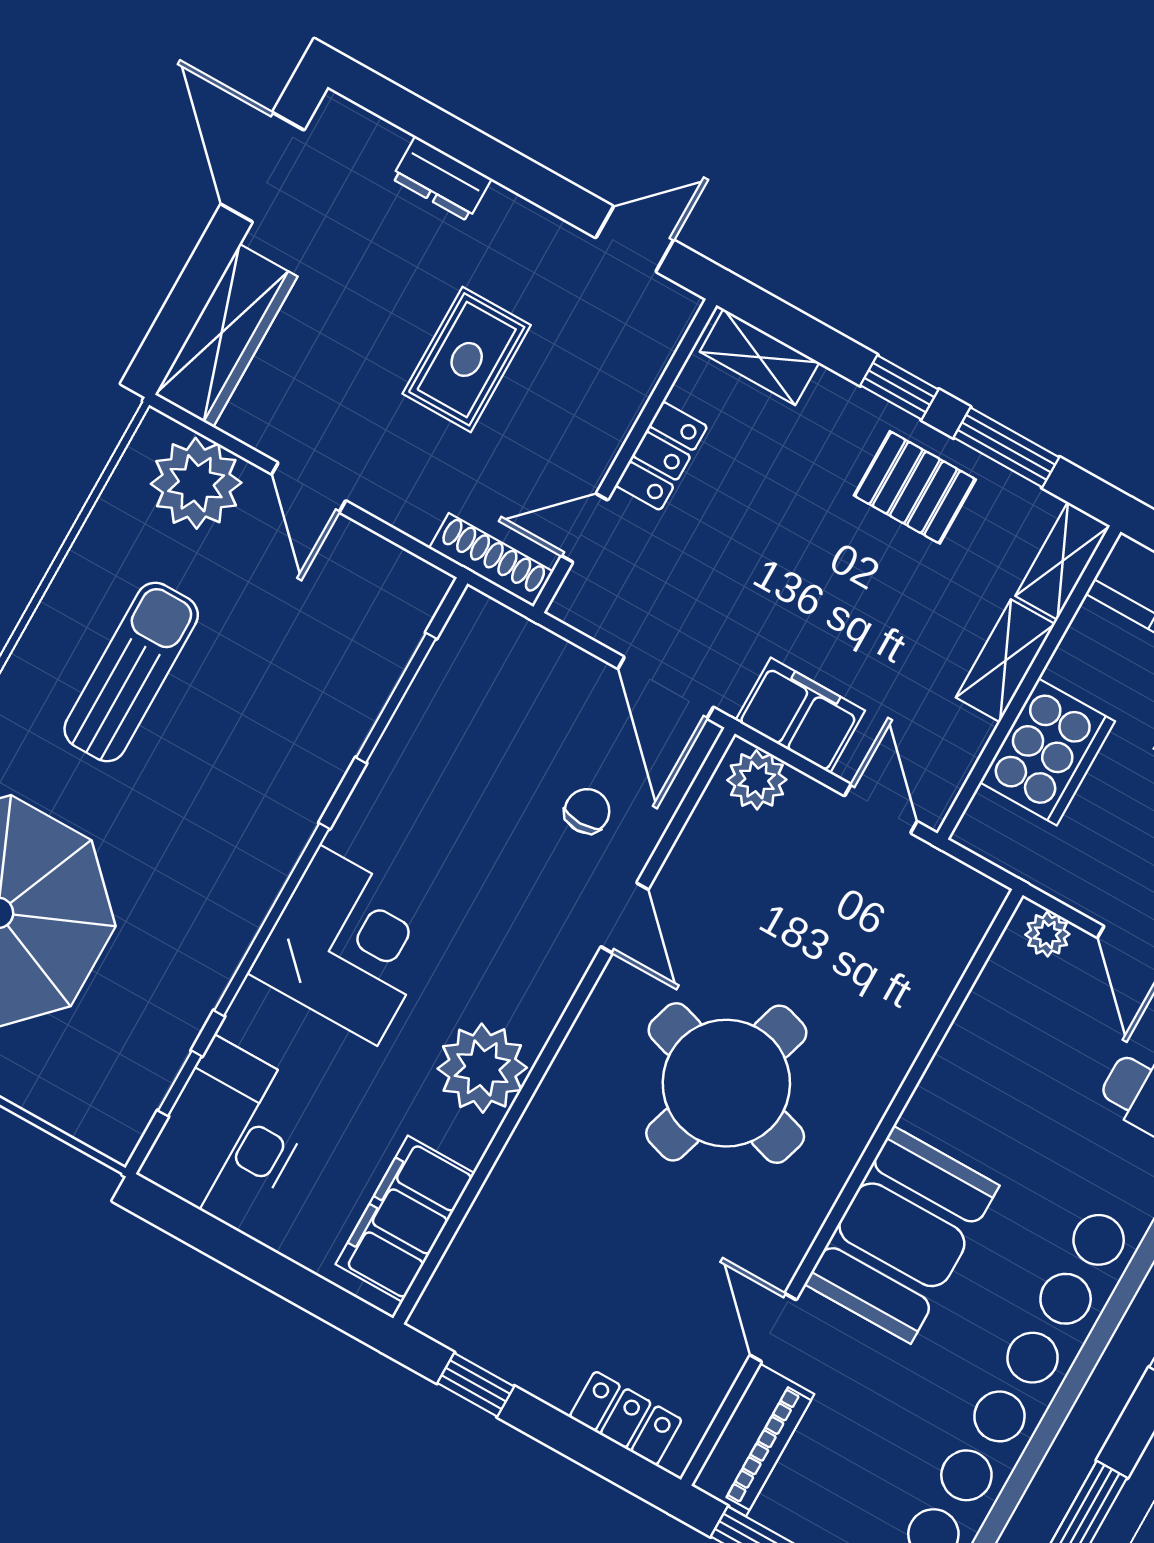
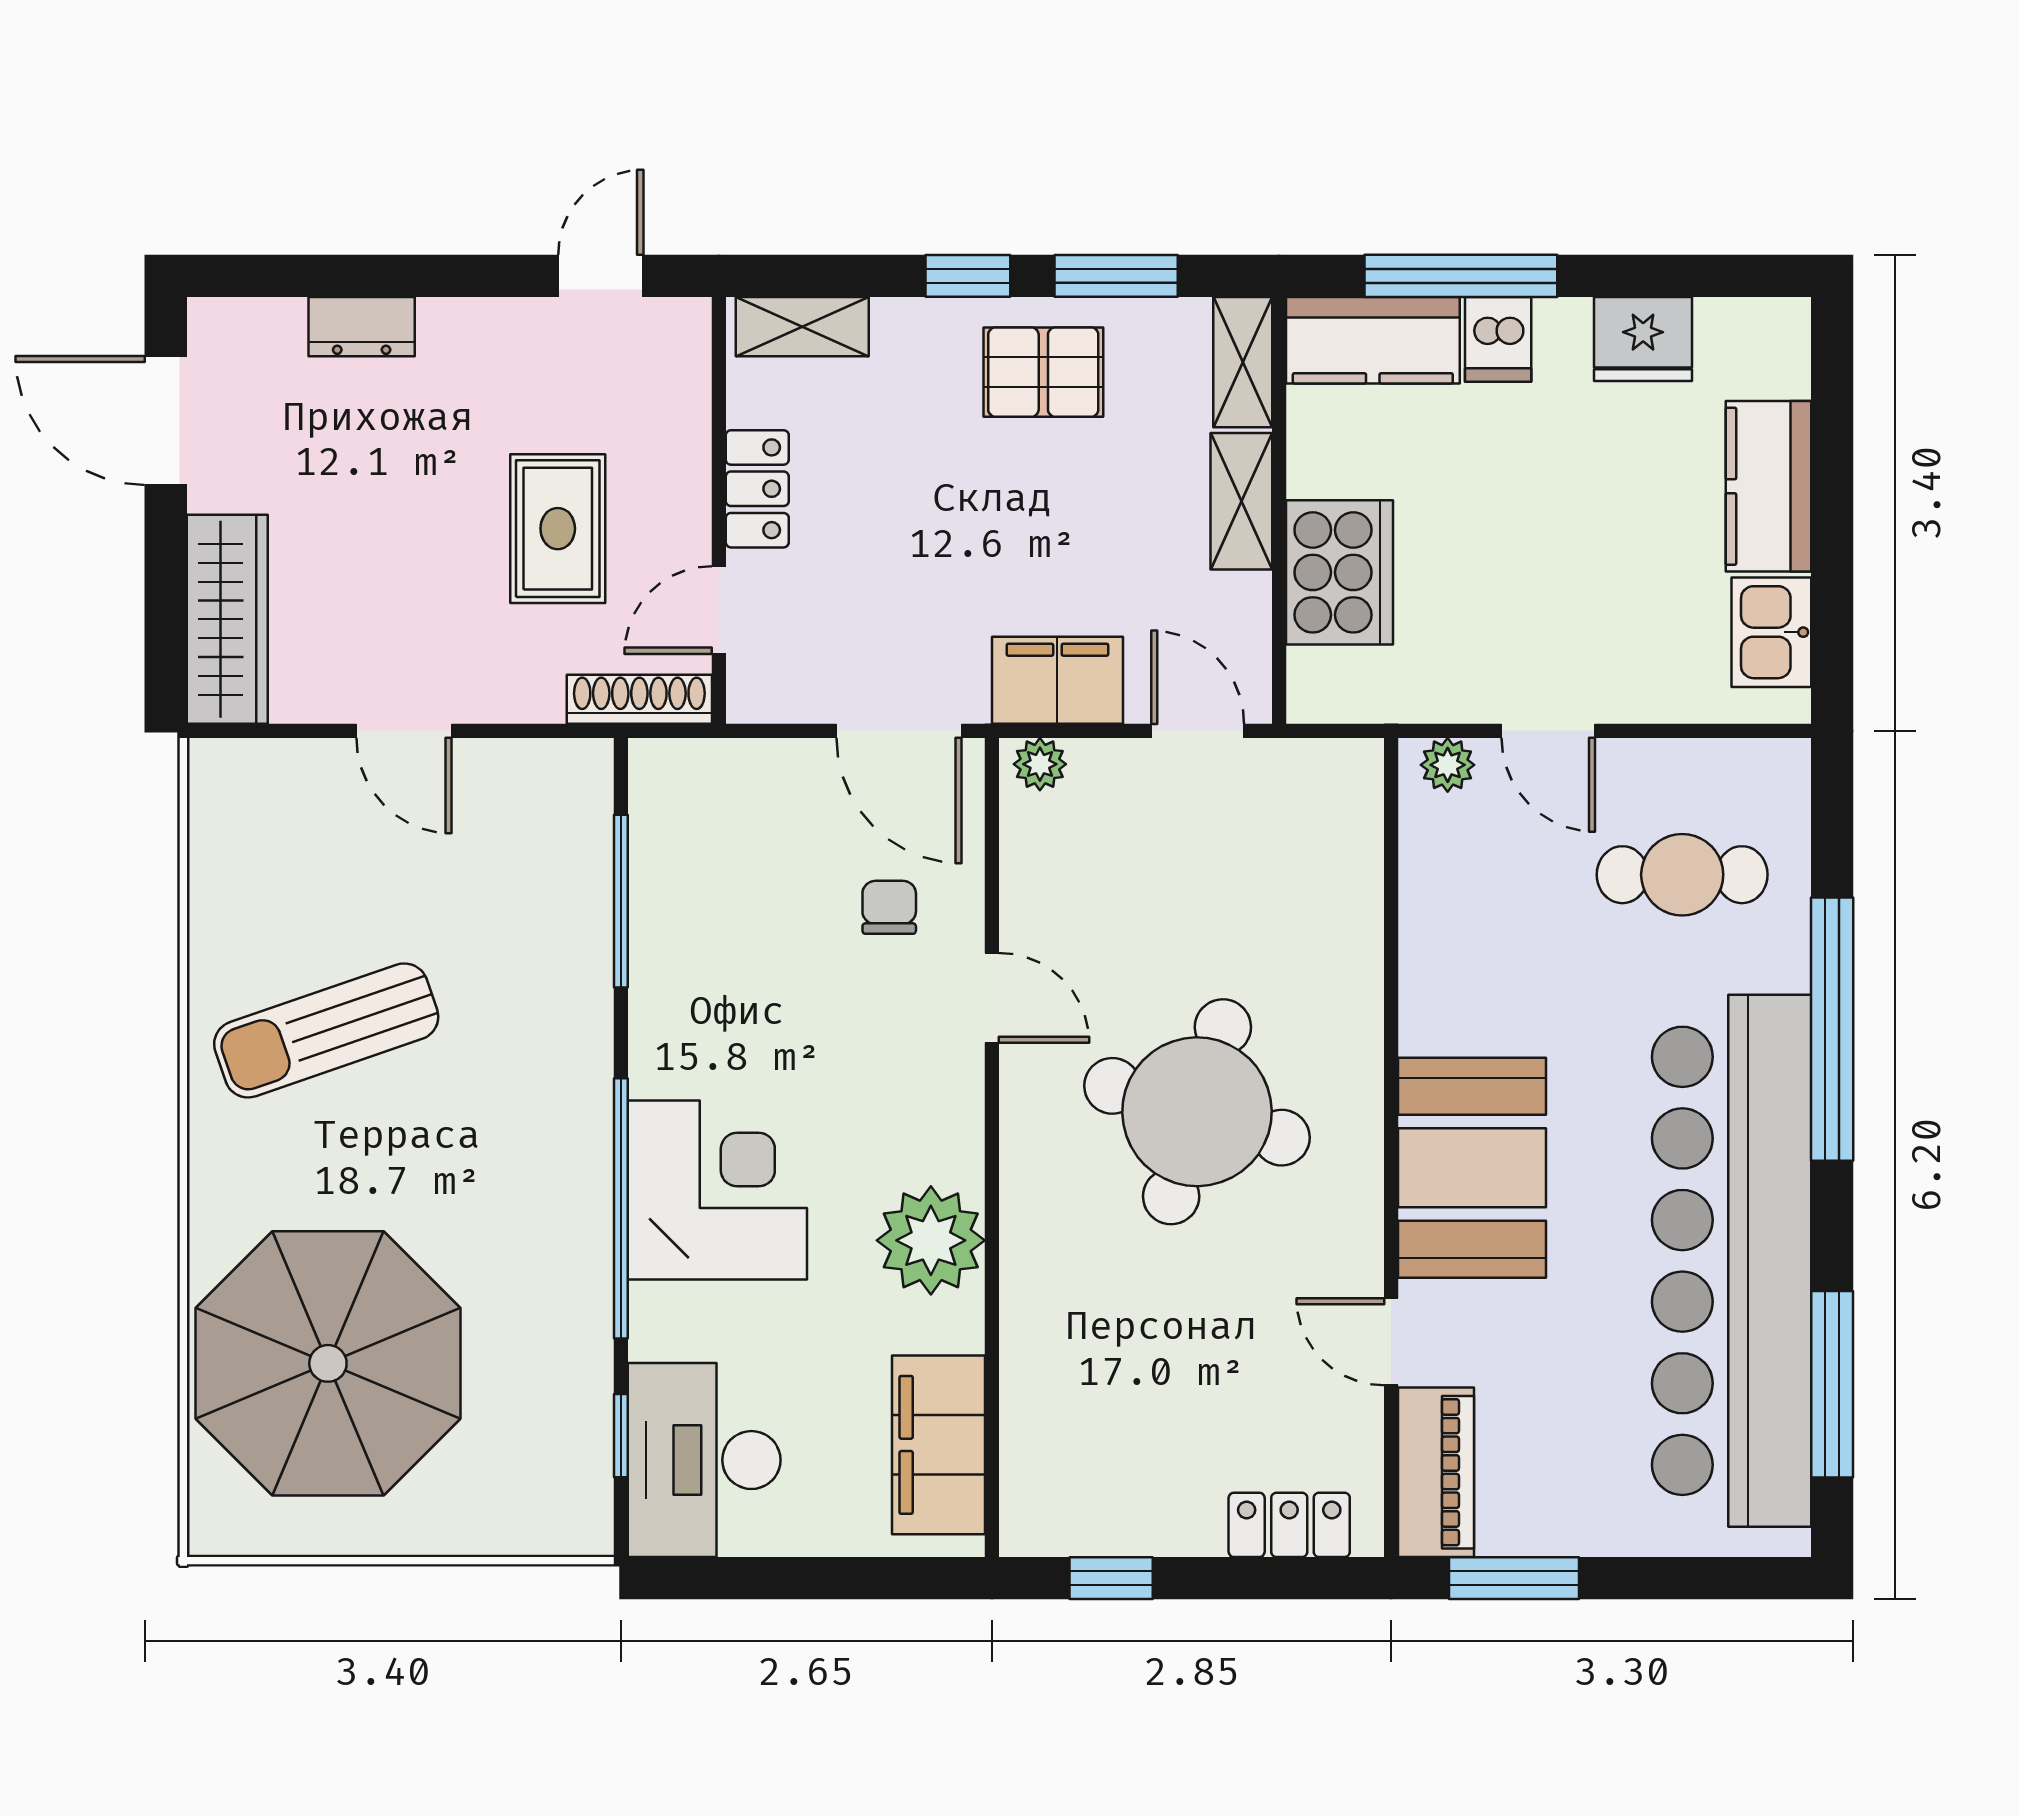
rug: (467, 359) -> (558, 529), moved
plant: (196, 483) -> (283, 793), removed
sun lounger: (131, 672) -> (326, 1030), turned -109
plant: (757, 780) -> (1040, 764), width x0.73, depth x0.73

